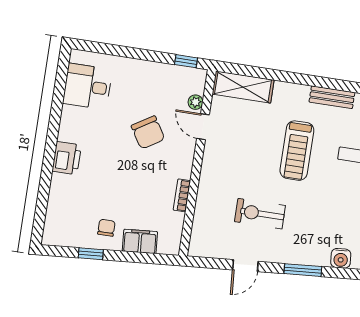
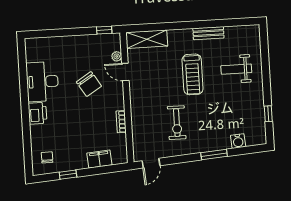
desk: (88, 86) -> (42, 82), moved, width x1.37
exercise bike: (260, 214) -> (177, 123), turned -90
chair: (106, 228) -> (47, 157), moved
door: (245, 266) -> (151, 163), moved

